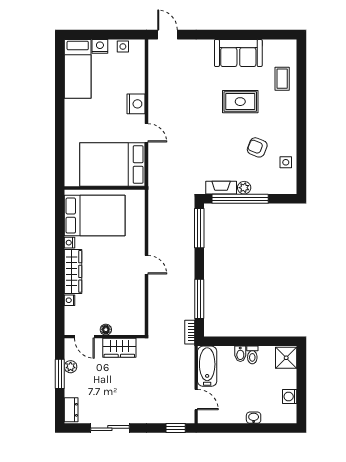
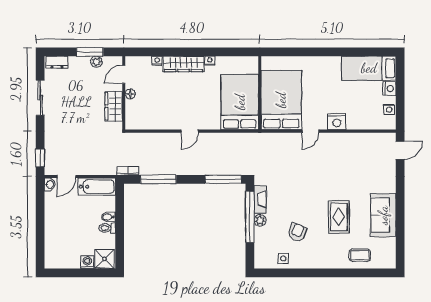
bed: (95, 216) -> (240, 102), moved, turned 180
washing machine: (290, 396) -> (87, 262), moved
washbasin: (254, 418) -> (50, 184), moved

